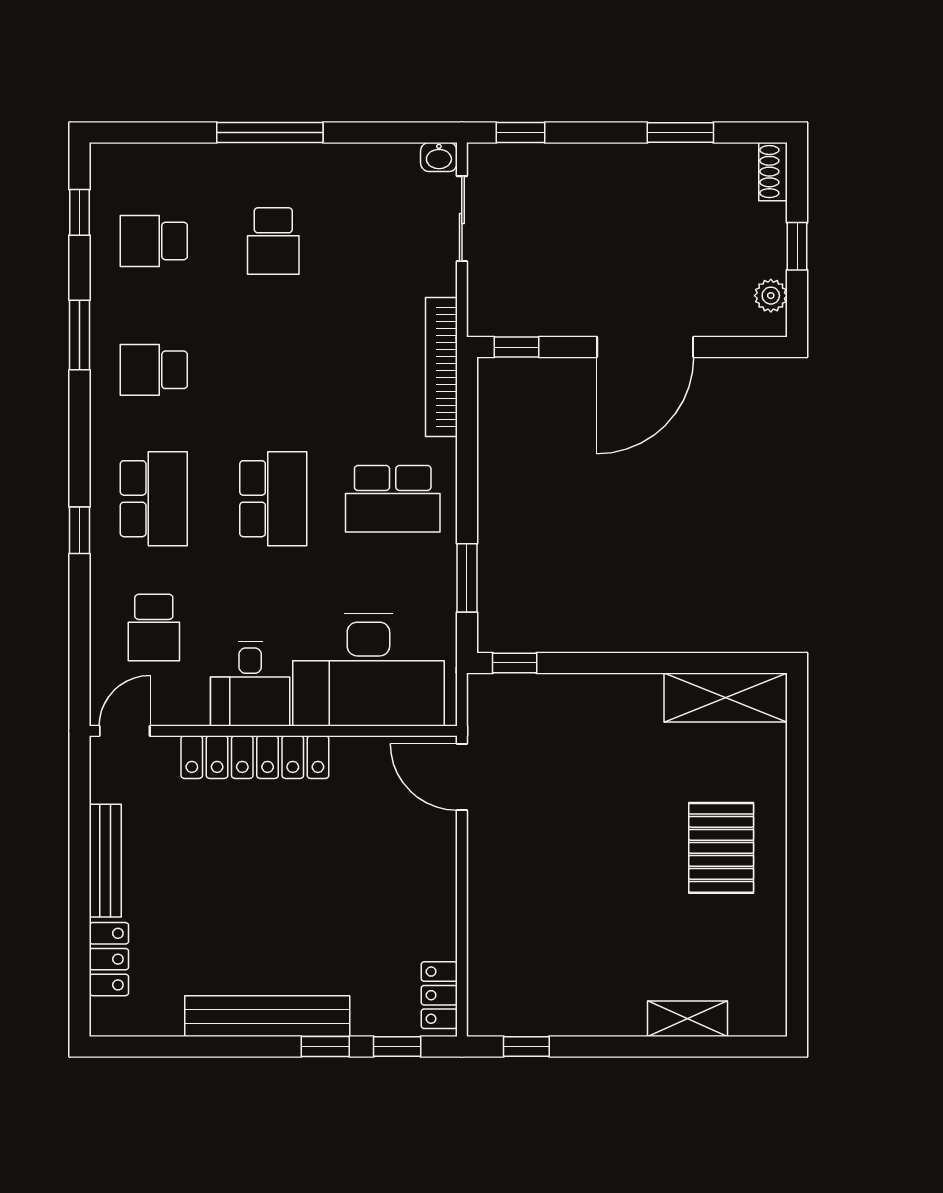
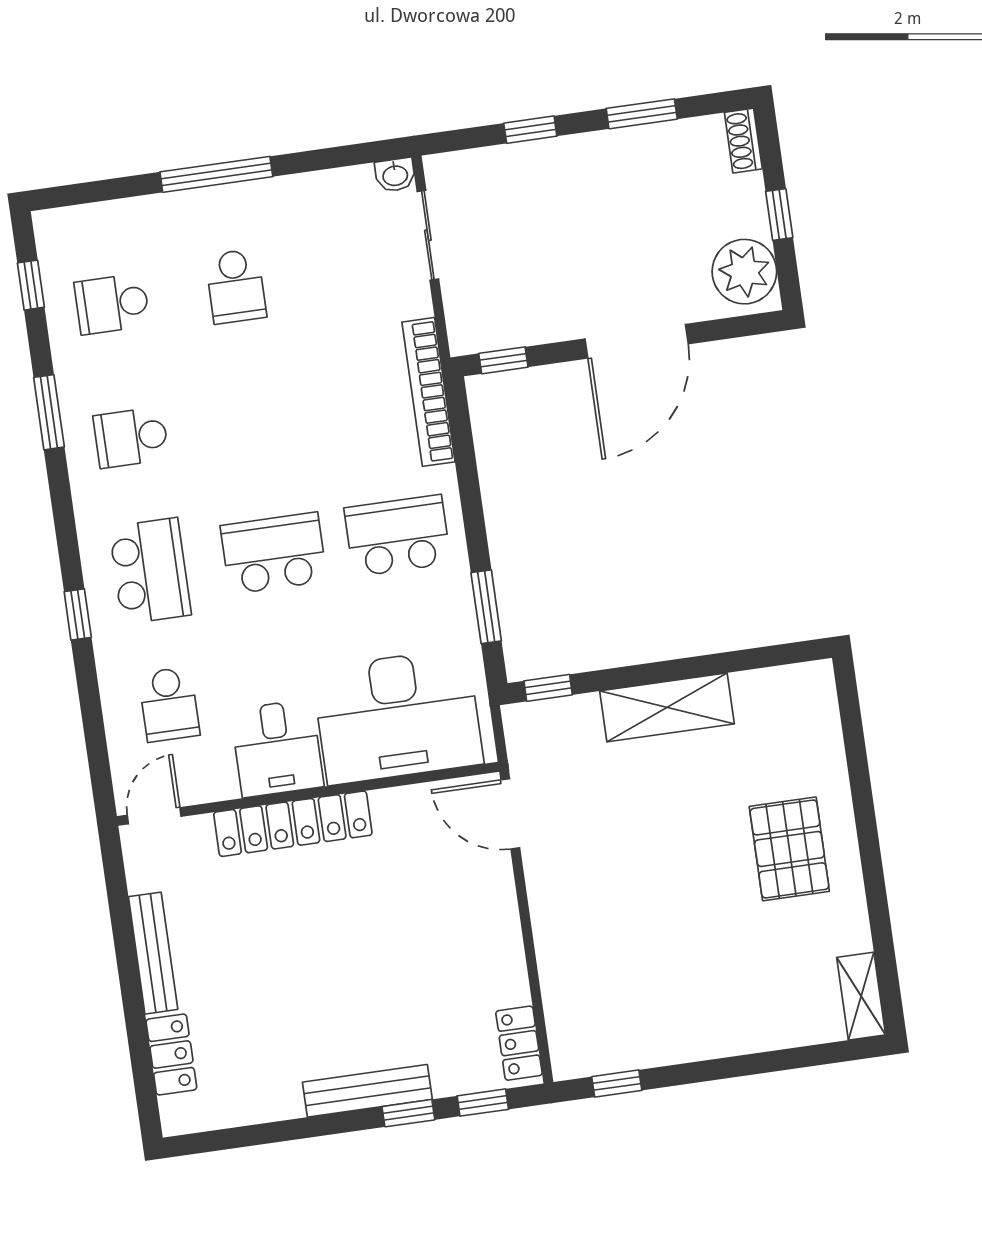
window: (520, 132) -> (530, 130), moved
plant: (771, 296) -> (744, 272), width x1.88, depth x1.88
school desk: (273, 499) -> (274, 553), turned -90
school desk: (393, 499) -> (398, 536), turned 180
shelving: (726, 697) -> (667, 707), moved
bench: (267, 1016) -> (367, 1091), width x0.73, depth x0.82
shelving: (688, 1019) -> (861, 996), moved, turned 90

